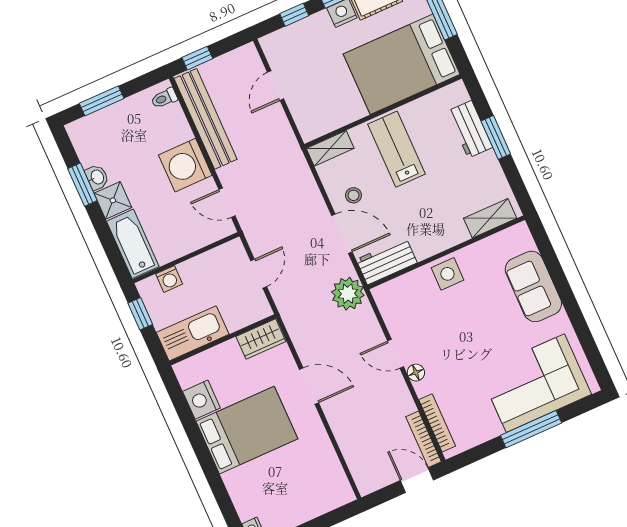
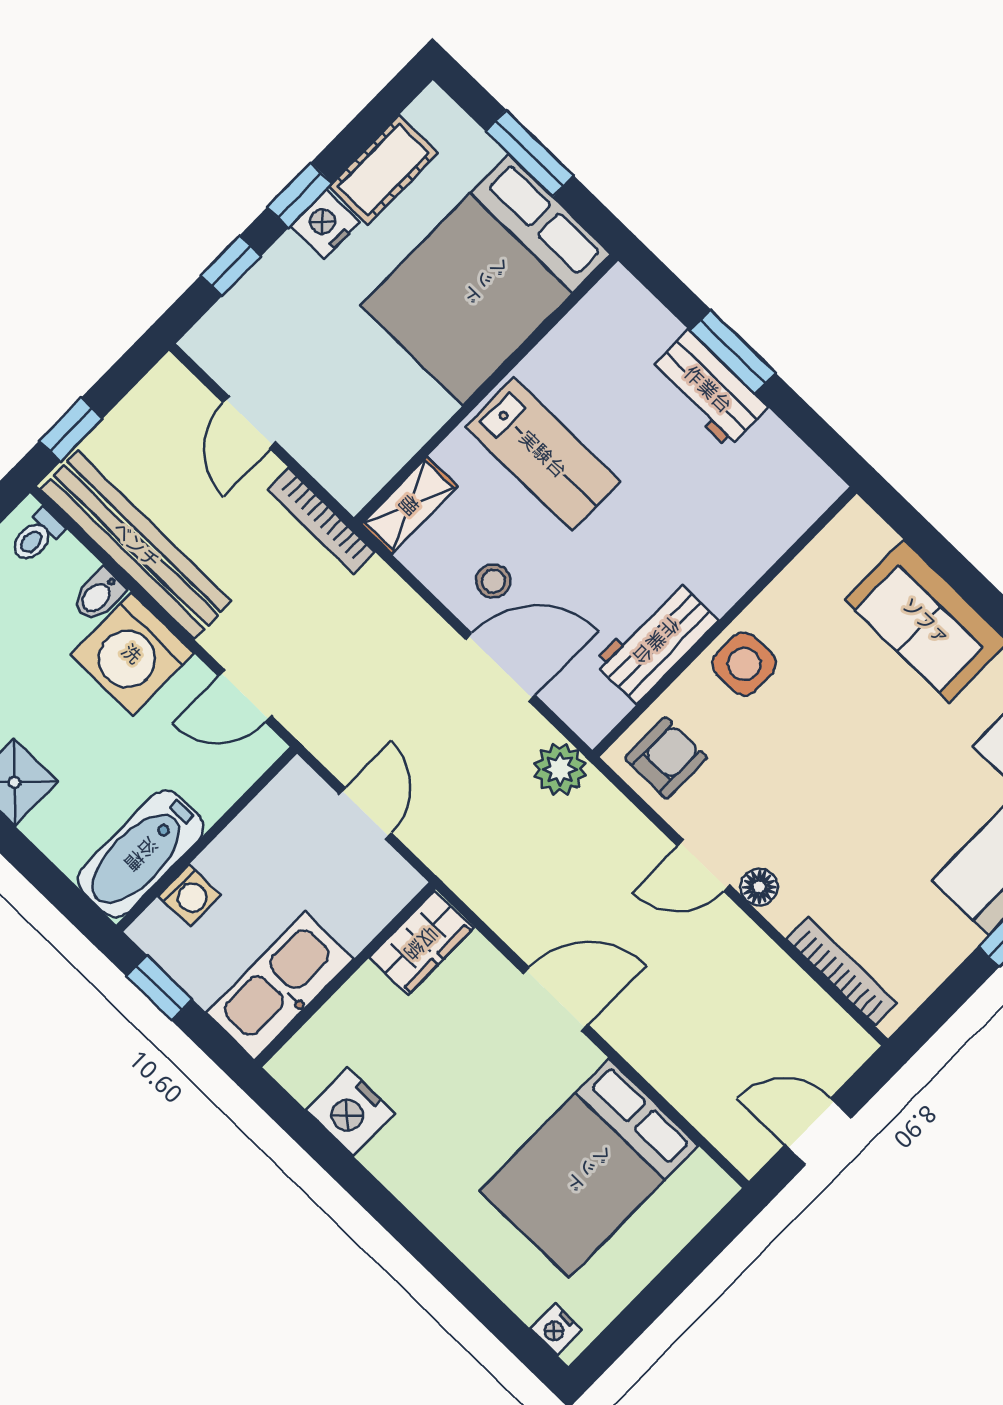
workbench: (470, 129) -> (708, 389), moved
bidet: (181, 134) -> (98, 595), added
lab bench: (397, 149) -> (543, 454), turned 180
shelving: (490, 218) -> (785, 518), removed
bathtub: (133, 244) -> (141, 854), moved, turned -90
workbench: (387, 261) -> (656, 641), moved
plant: (348, 294) -> (560, 769), width x0.73, depth x0.73
armchair: (398, 301) -> (666, 758), added
bed: (247, 430) -> (589, 1168), moved, turned 180
bookcase: (423, 439) -> (321, 521), moved
door: (417, 480) -> (818, 1131), moved

